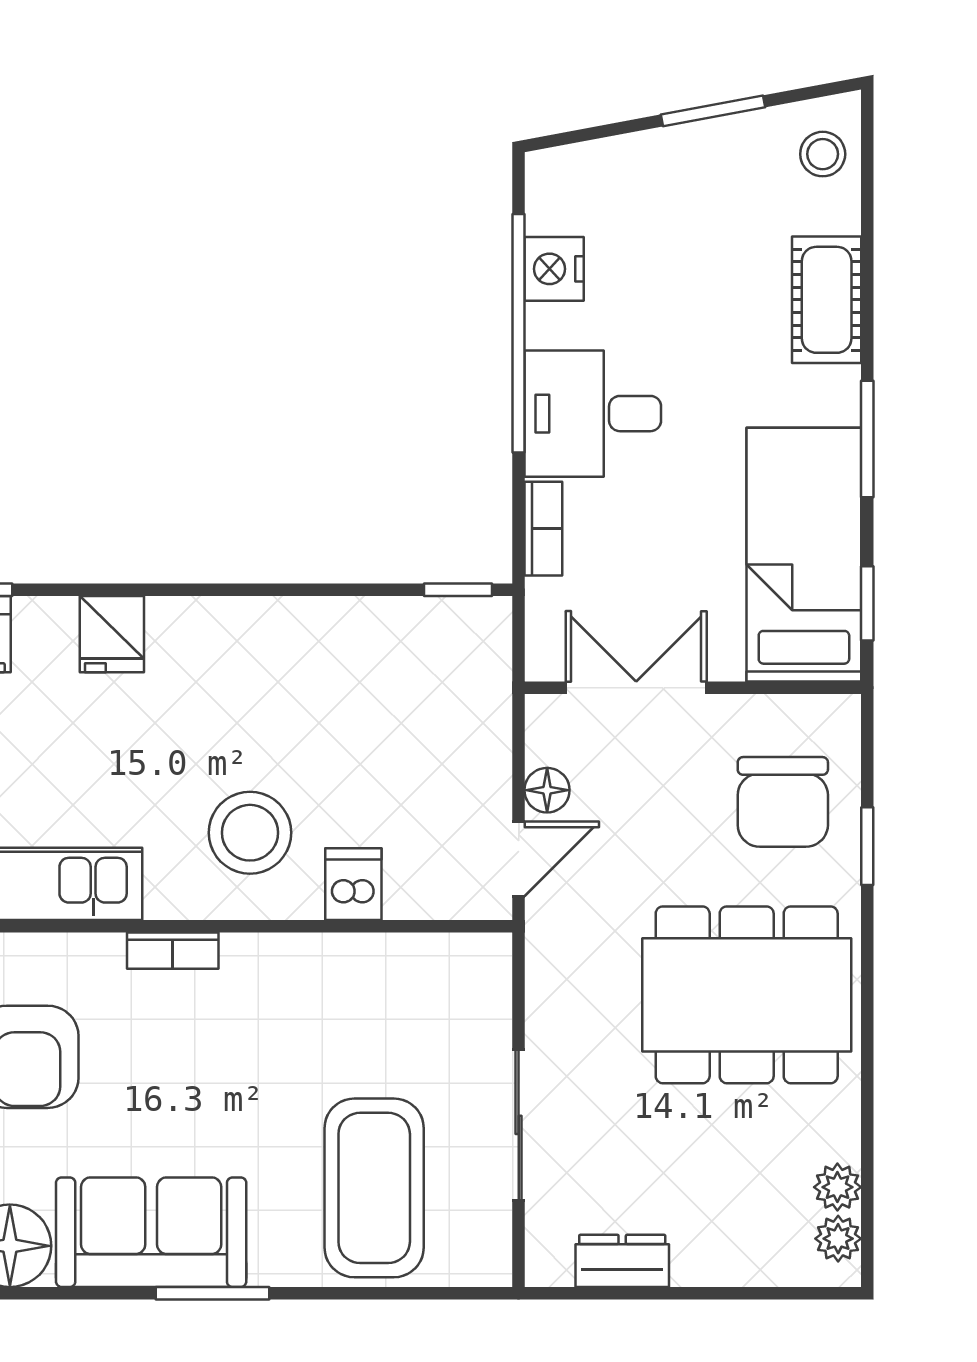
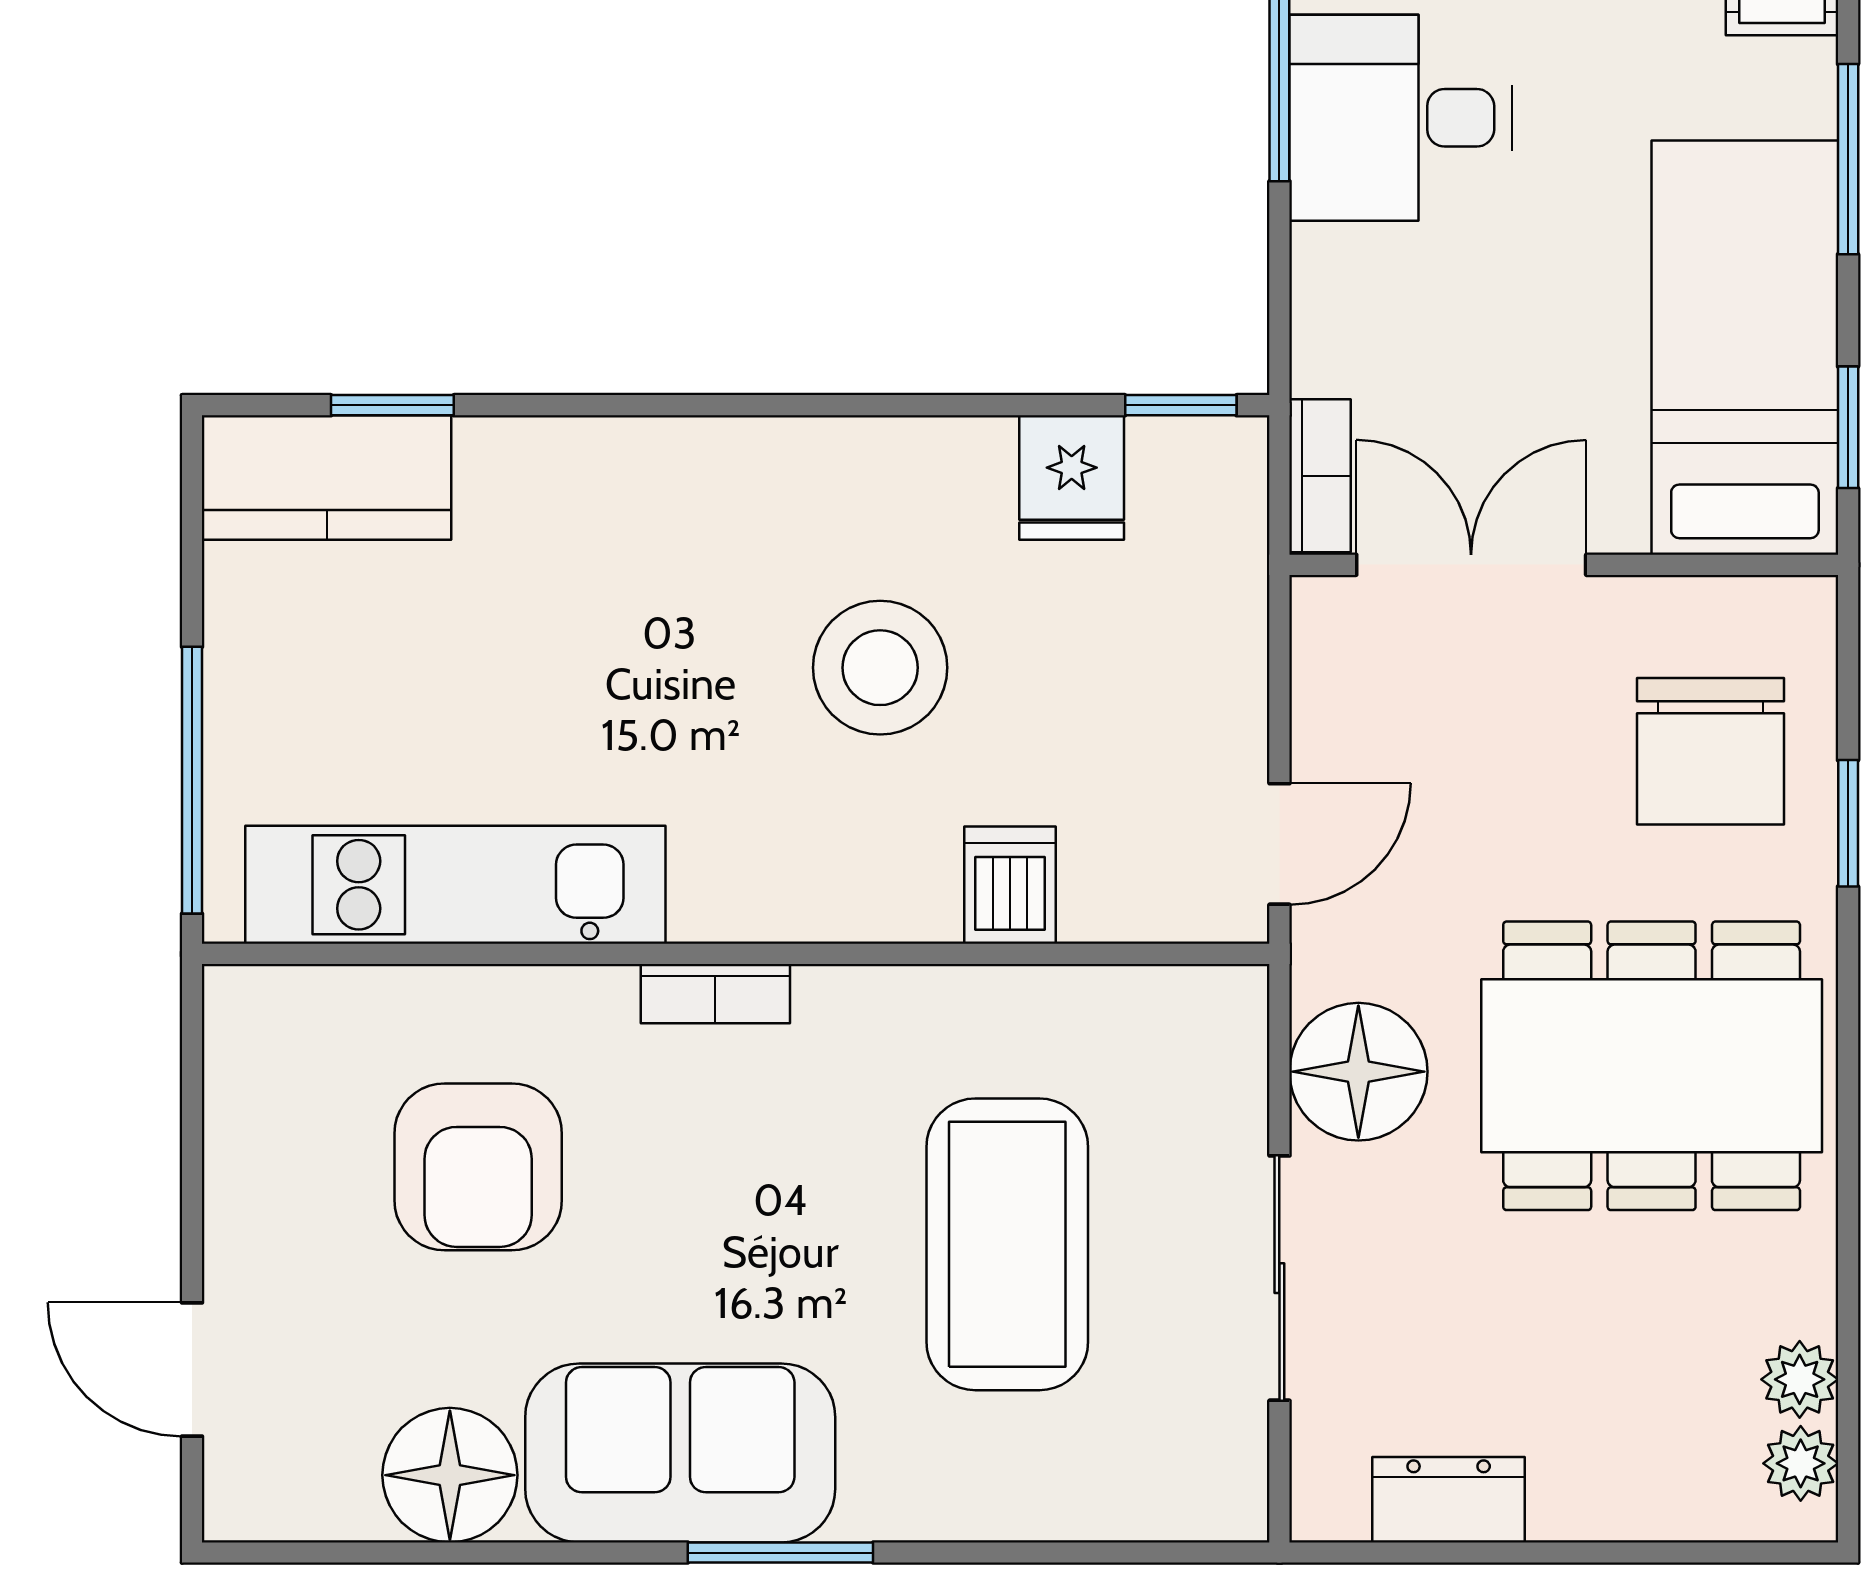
bookcase: (543, 529) -> (1320, 476), moved
fridge: (112, 634) -> (1072, 477), moved
floor lamp: (547, 790) -> (1358, 1072), moved, width x1.89, depth x1.89
stool: (250, 833) -> (880, 668), moved
coffee table: (374, 1188) -> (1007, 1244), moved

